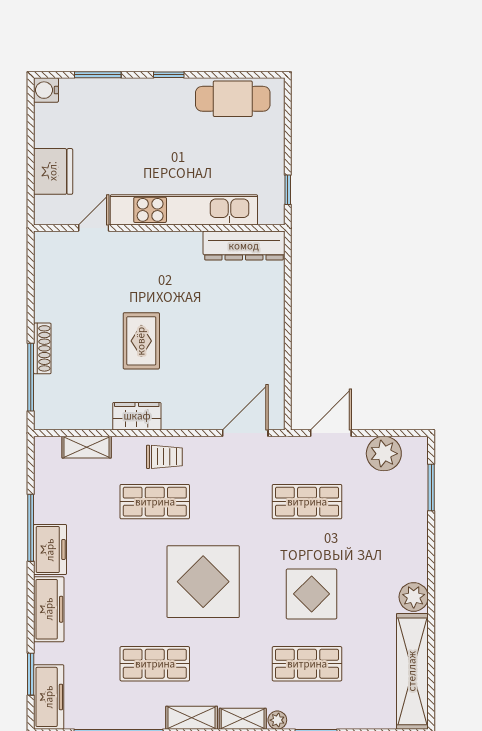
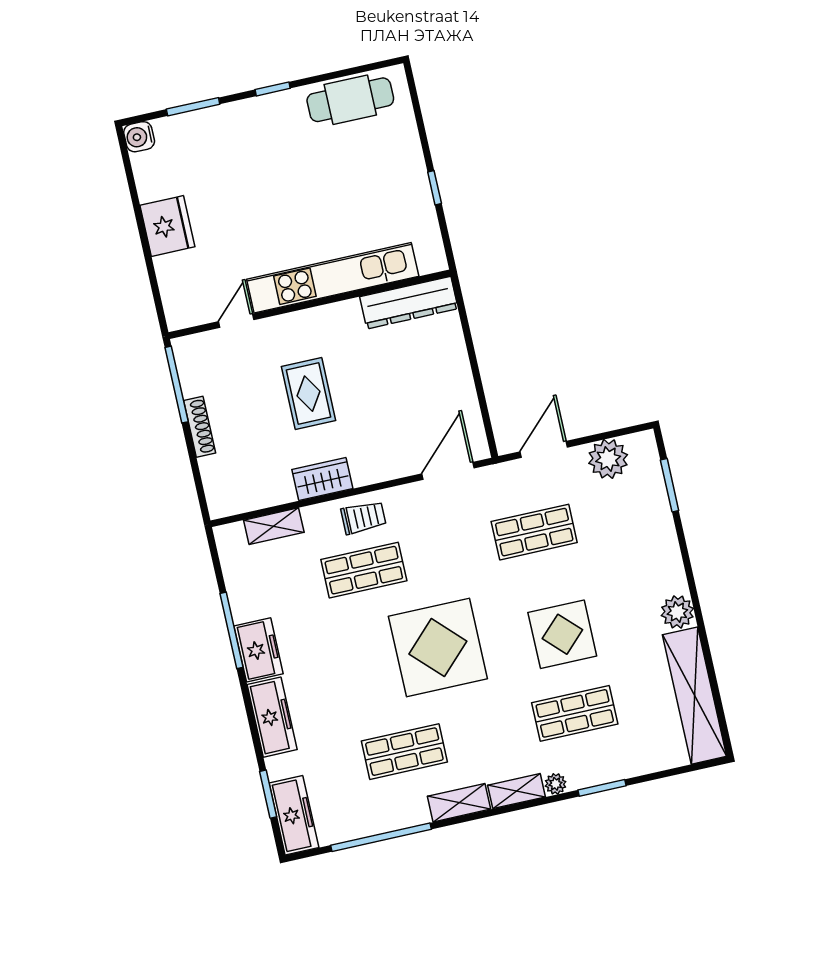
kitchen unit: (184, 210) -> (333, 278), moved
door: (94, 228) -> (236, 321), moved
wall: (159, 228) -> (310, 304), moved
dresser: (244, 246) -> (409, 303), moved
window: (31, 377) -> (177, 385), moved

